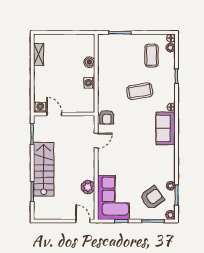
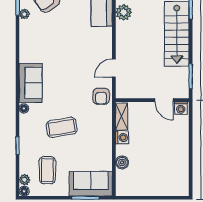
sofa: (115, 44) -> (91, 184), added
shelving: (39, 54) -> (122, 117), moved
armchair: (107, 117) -> (101, 96), turned 180

